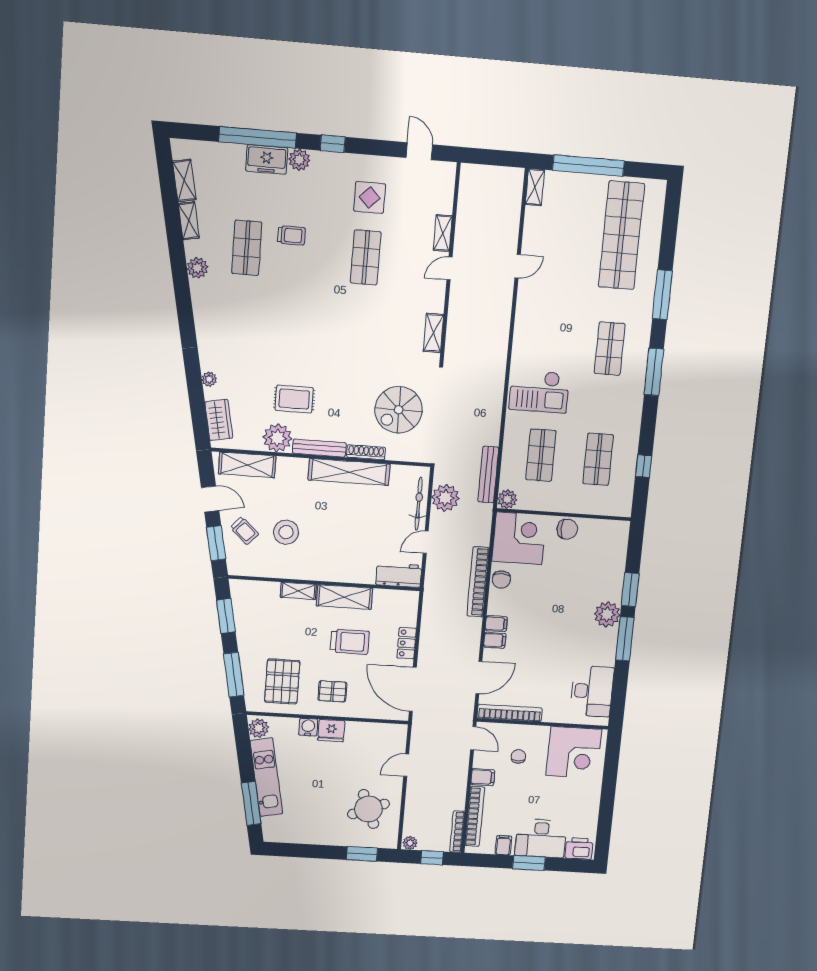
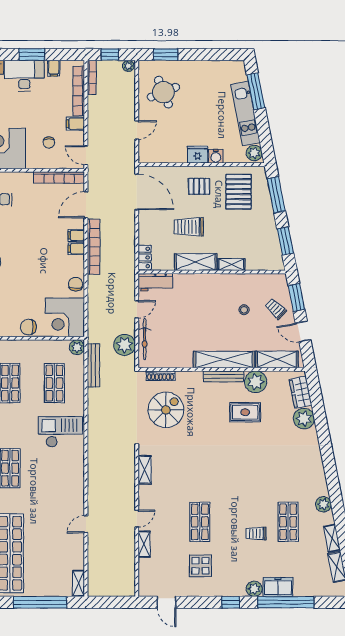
plant: (209, 379) -> (304, 419), width x1.87, depth x1.87
shoe rack: (366, 452) -> (161, 376), moved
shelving: (349, 472) -> (224, 360), moved
stool: (286, 532) -> (244, 310), width x0.53, depth x0.53
bookcase: (478, 582) -> (94, 247), moved
locker: (407, 643) -> (145, 257), moved

